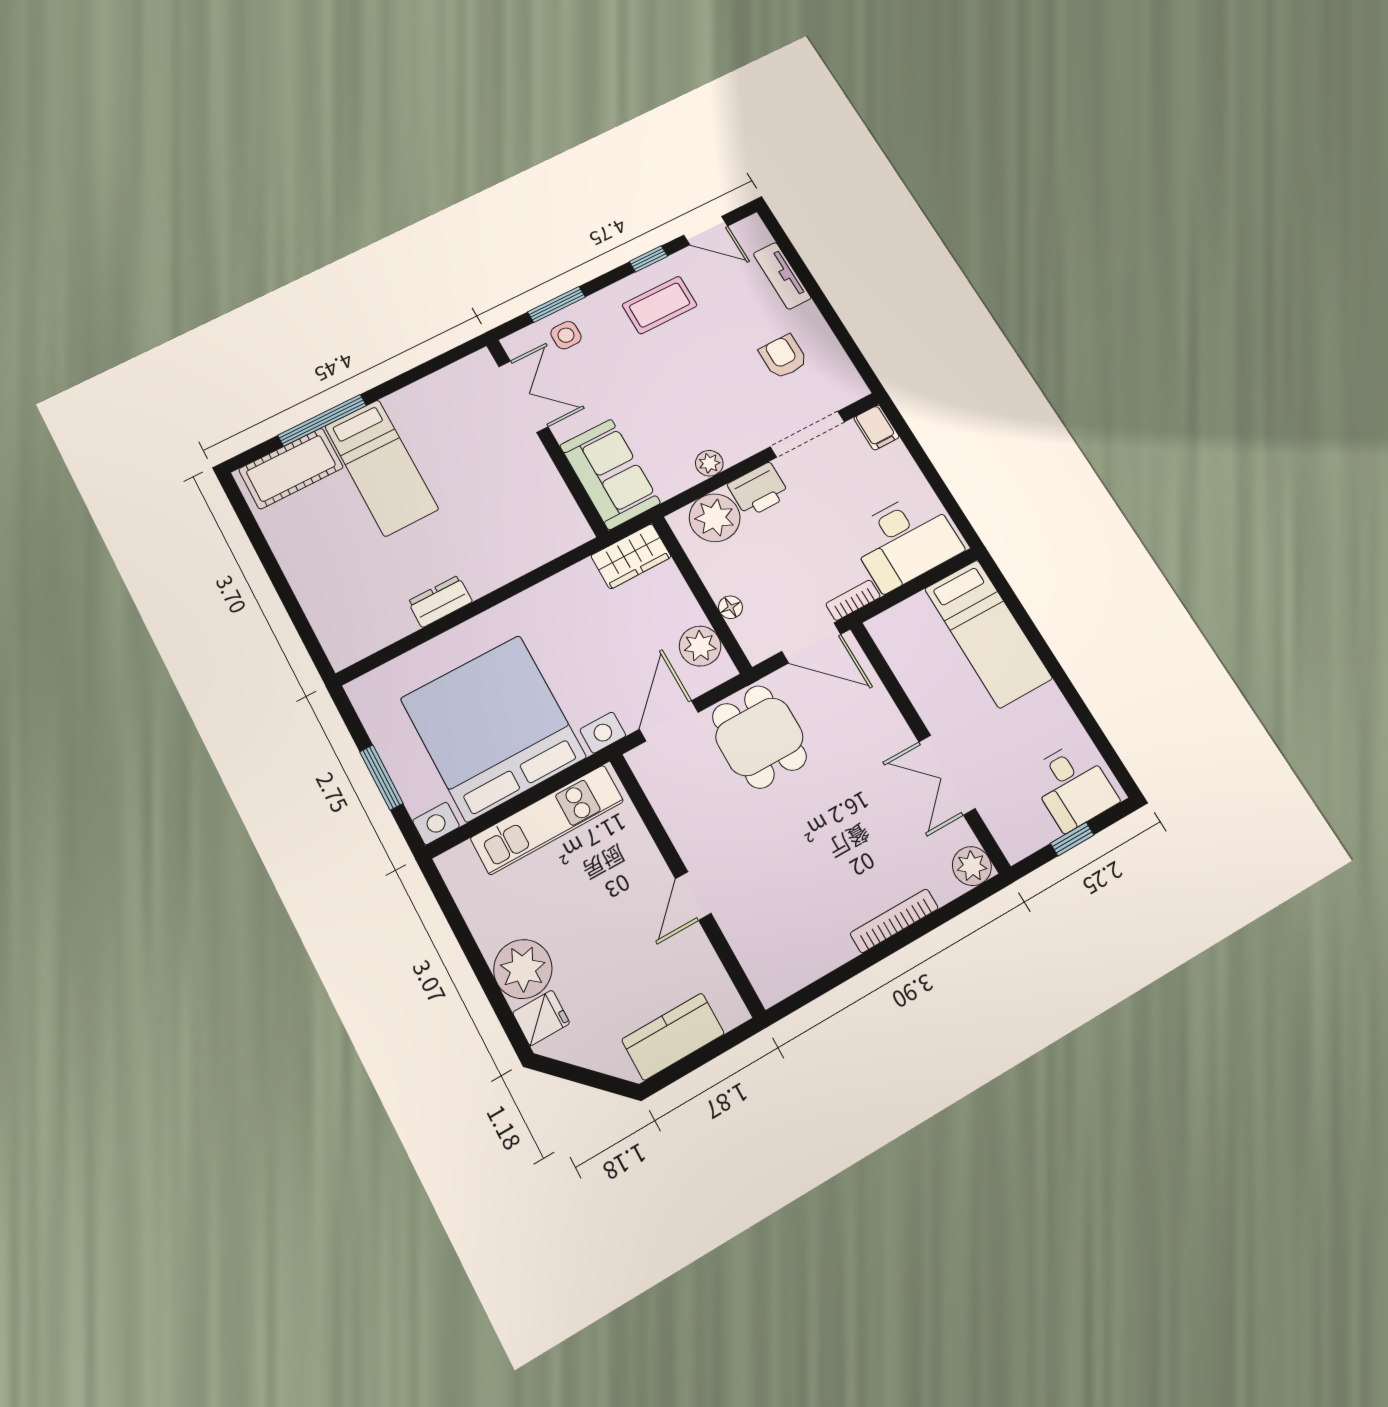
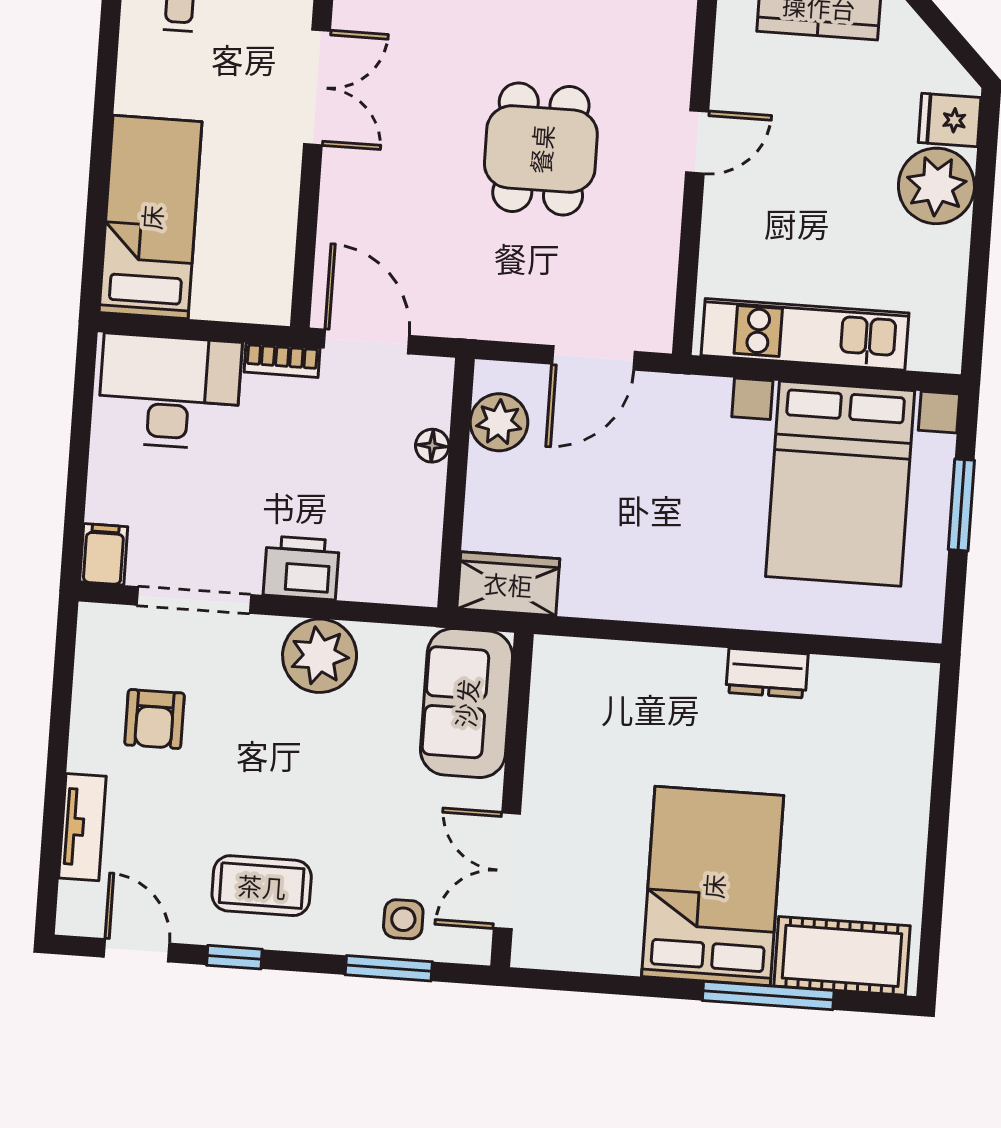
plant: (709, 463) -> (320, 656), width x1.87, depth x1.87
bed: (381, 468) -> (713, 886), width x1.50
plant: (715, 518) -> (377, 567), removed
bed with nightstands: (493, 728) -> (840, 484), width x0.73
dining table: (759, 737) -> (541, 149), moved

